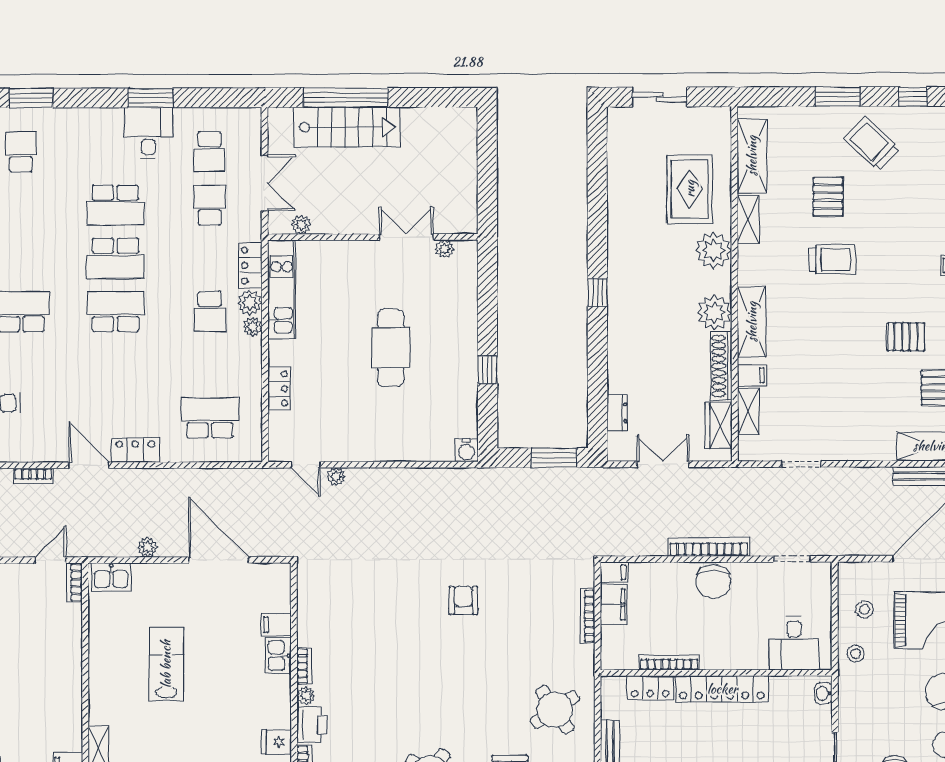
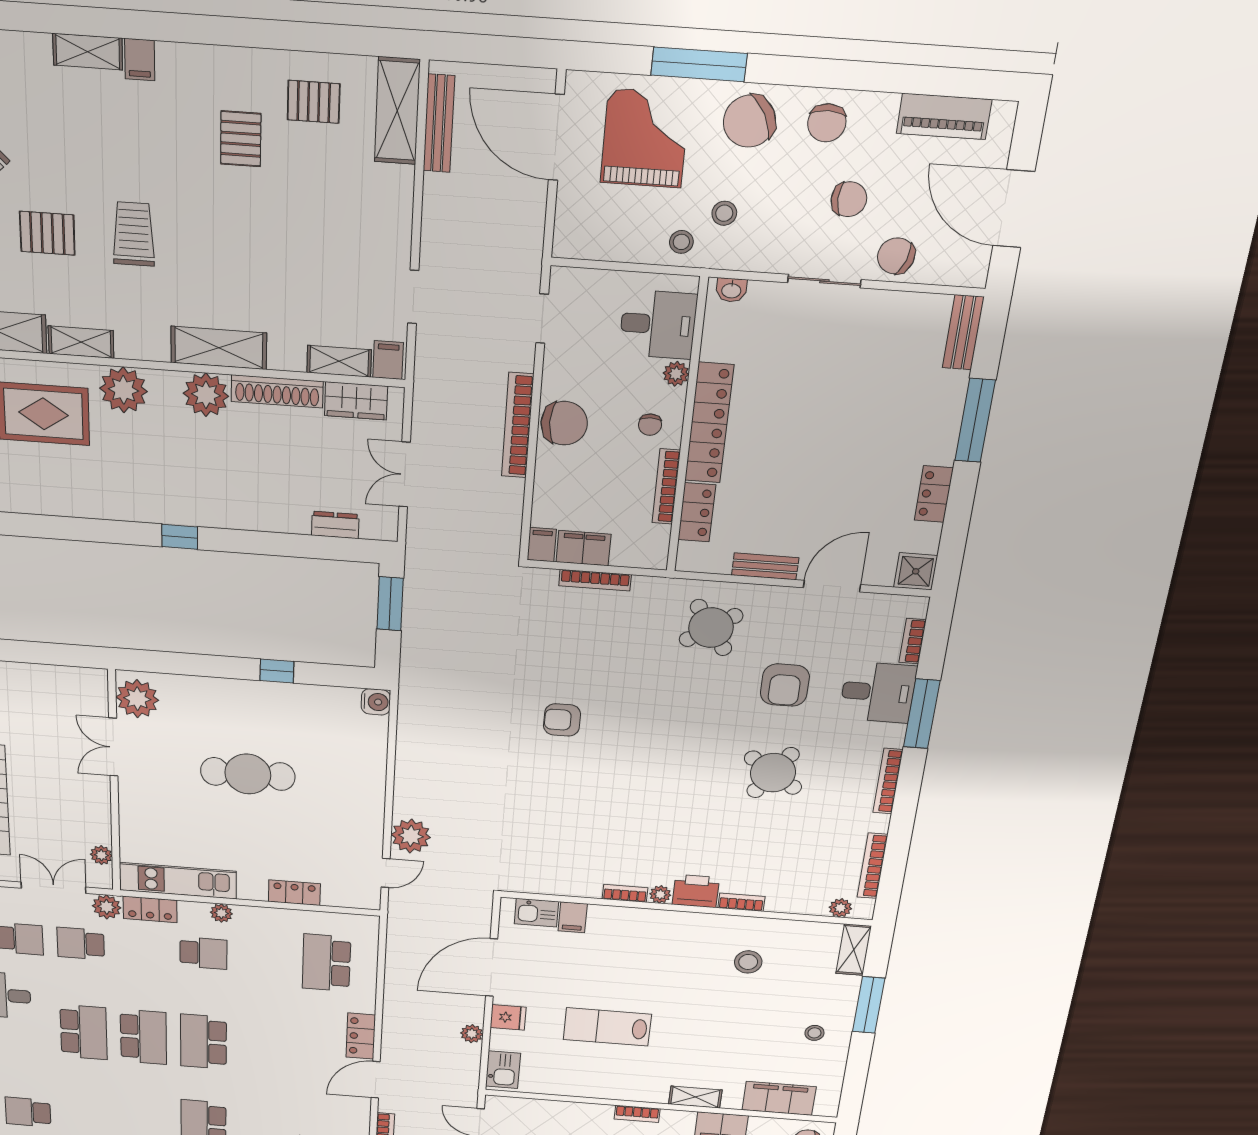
plant: (444, 249) -> (137, 699), width x1.88, depth x1.88
plant: (250, 303) -> (107, 907), moved
filing cabinet: (752, 375) -> (388, 360), moved
plant: (336, 476) -> (411, 836), width x1.87, depth x1.87
bookcase: (74, 583) -> (637, 1114), moved
stool: (864, 609) -> (724, 213), moved
chair: (717, 645) -> (650, 425), added
kitchen sink: (278, 656) -> (536, 913), moved
plant: (758, 660) -> (676, 374), added
fridge: (276, 742) -> (508, 1017), moved, turned -90

